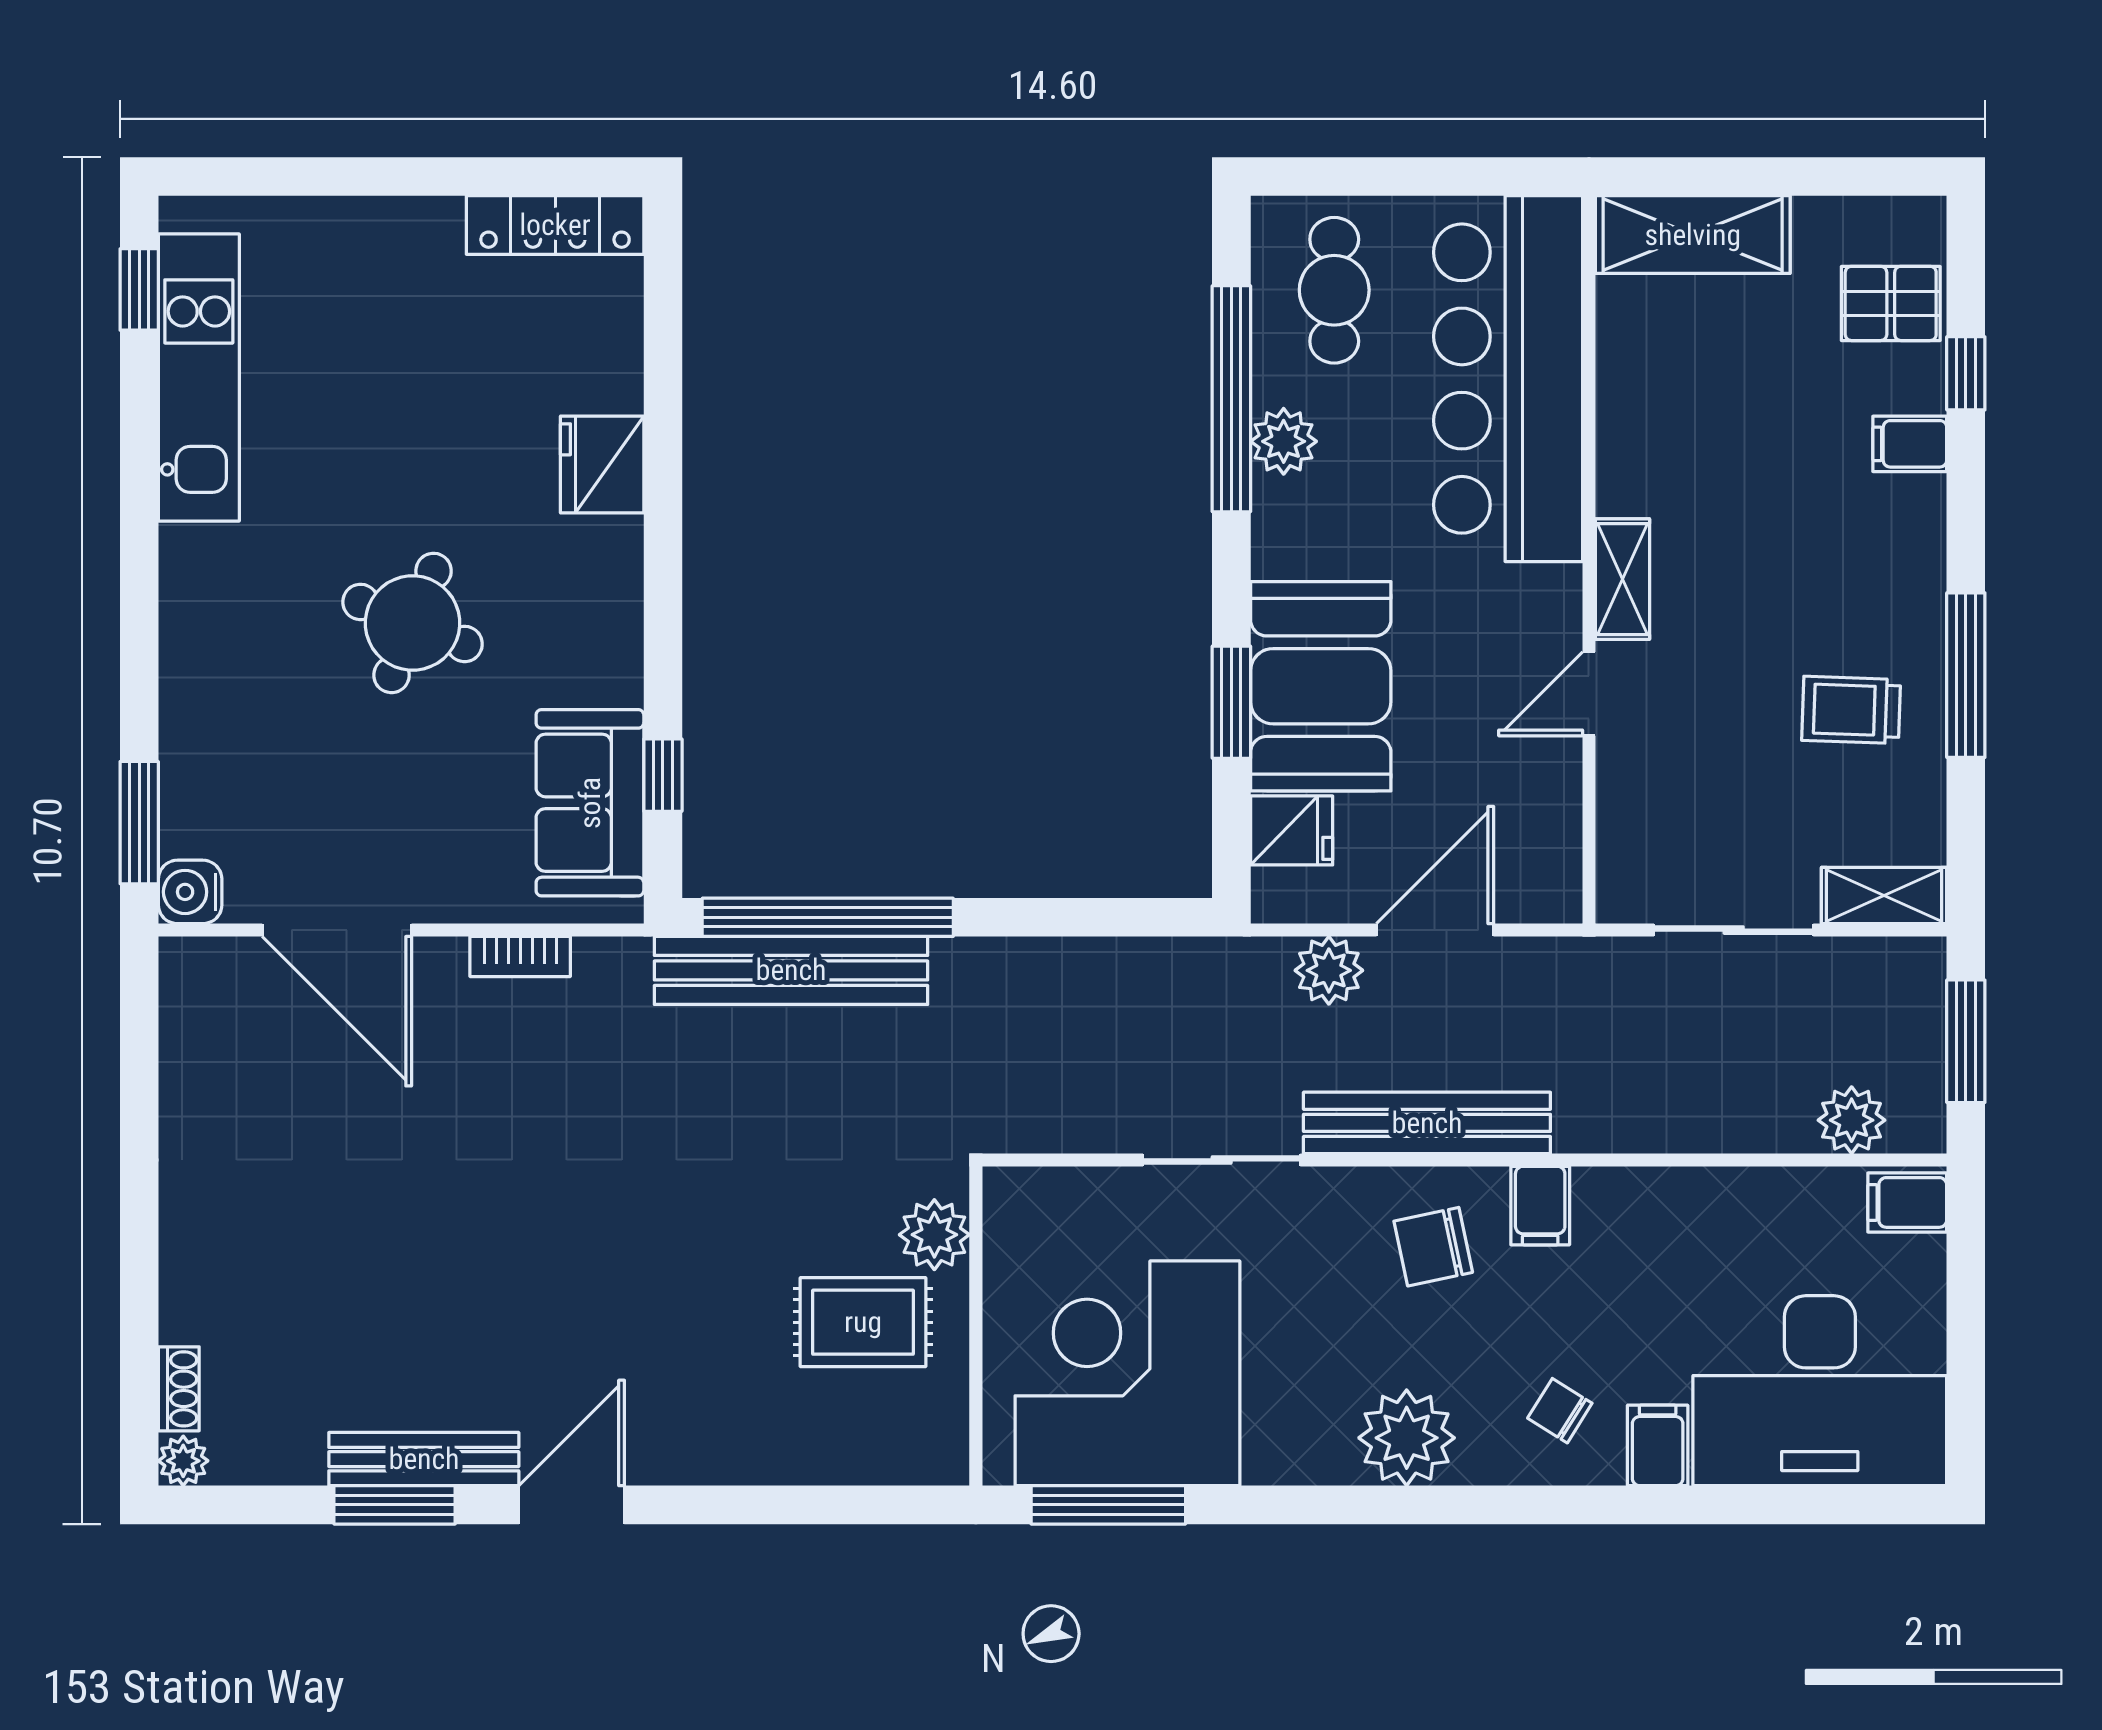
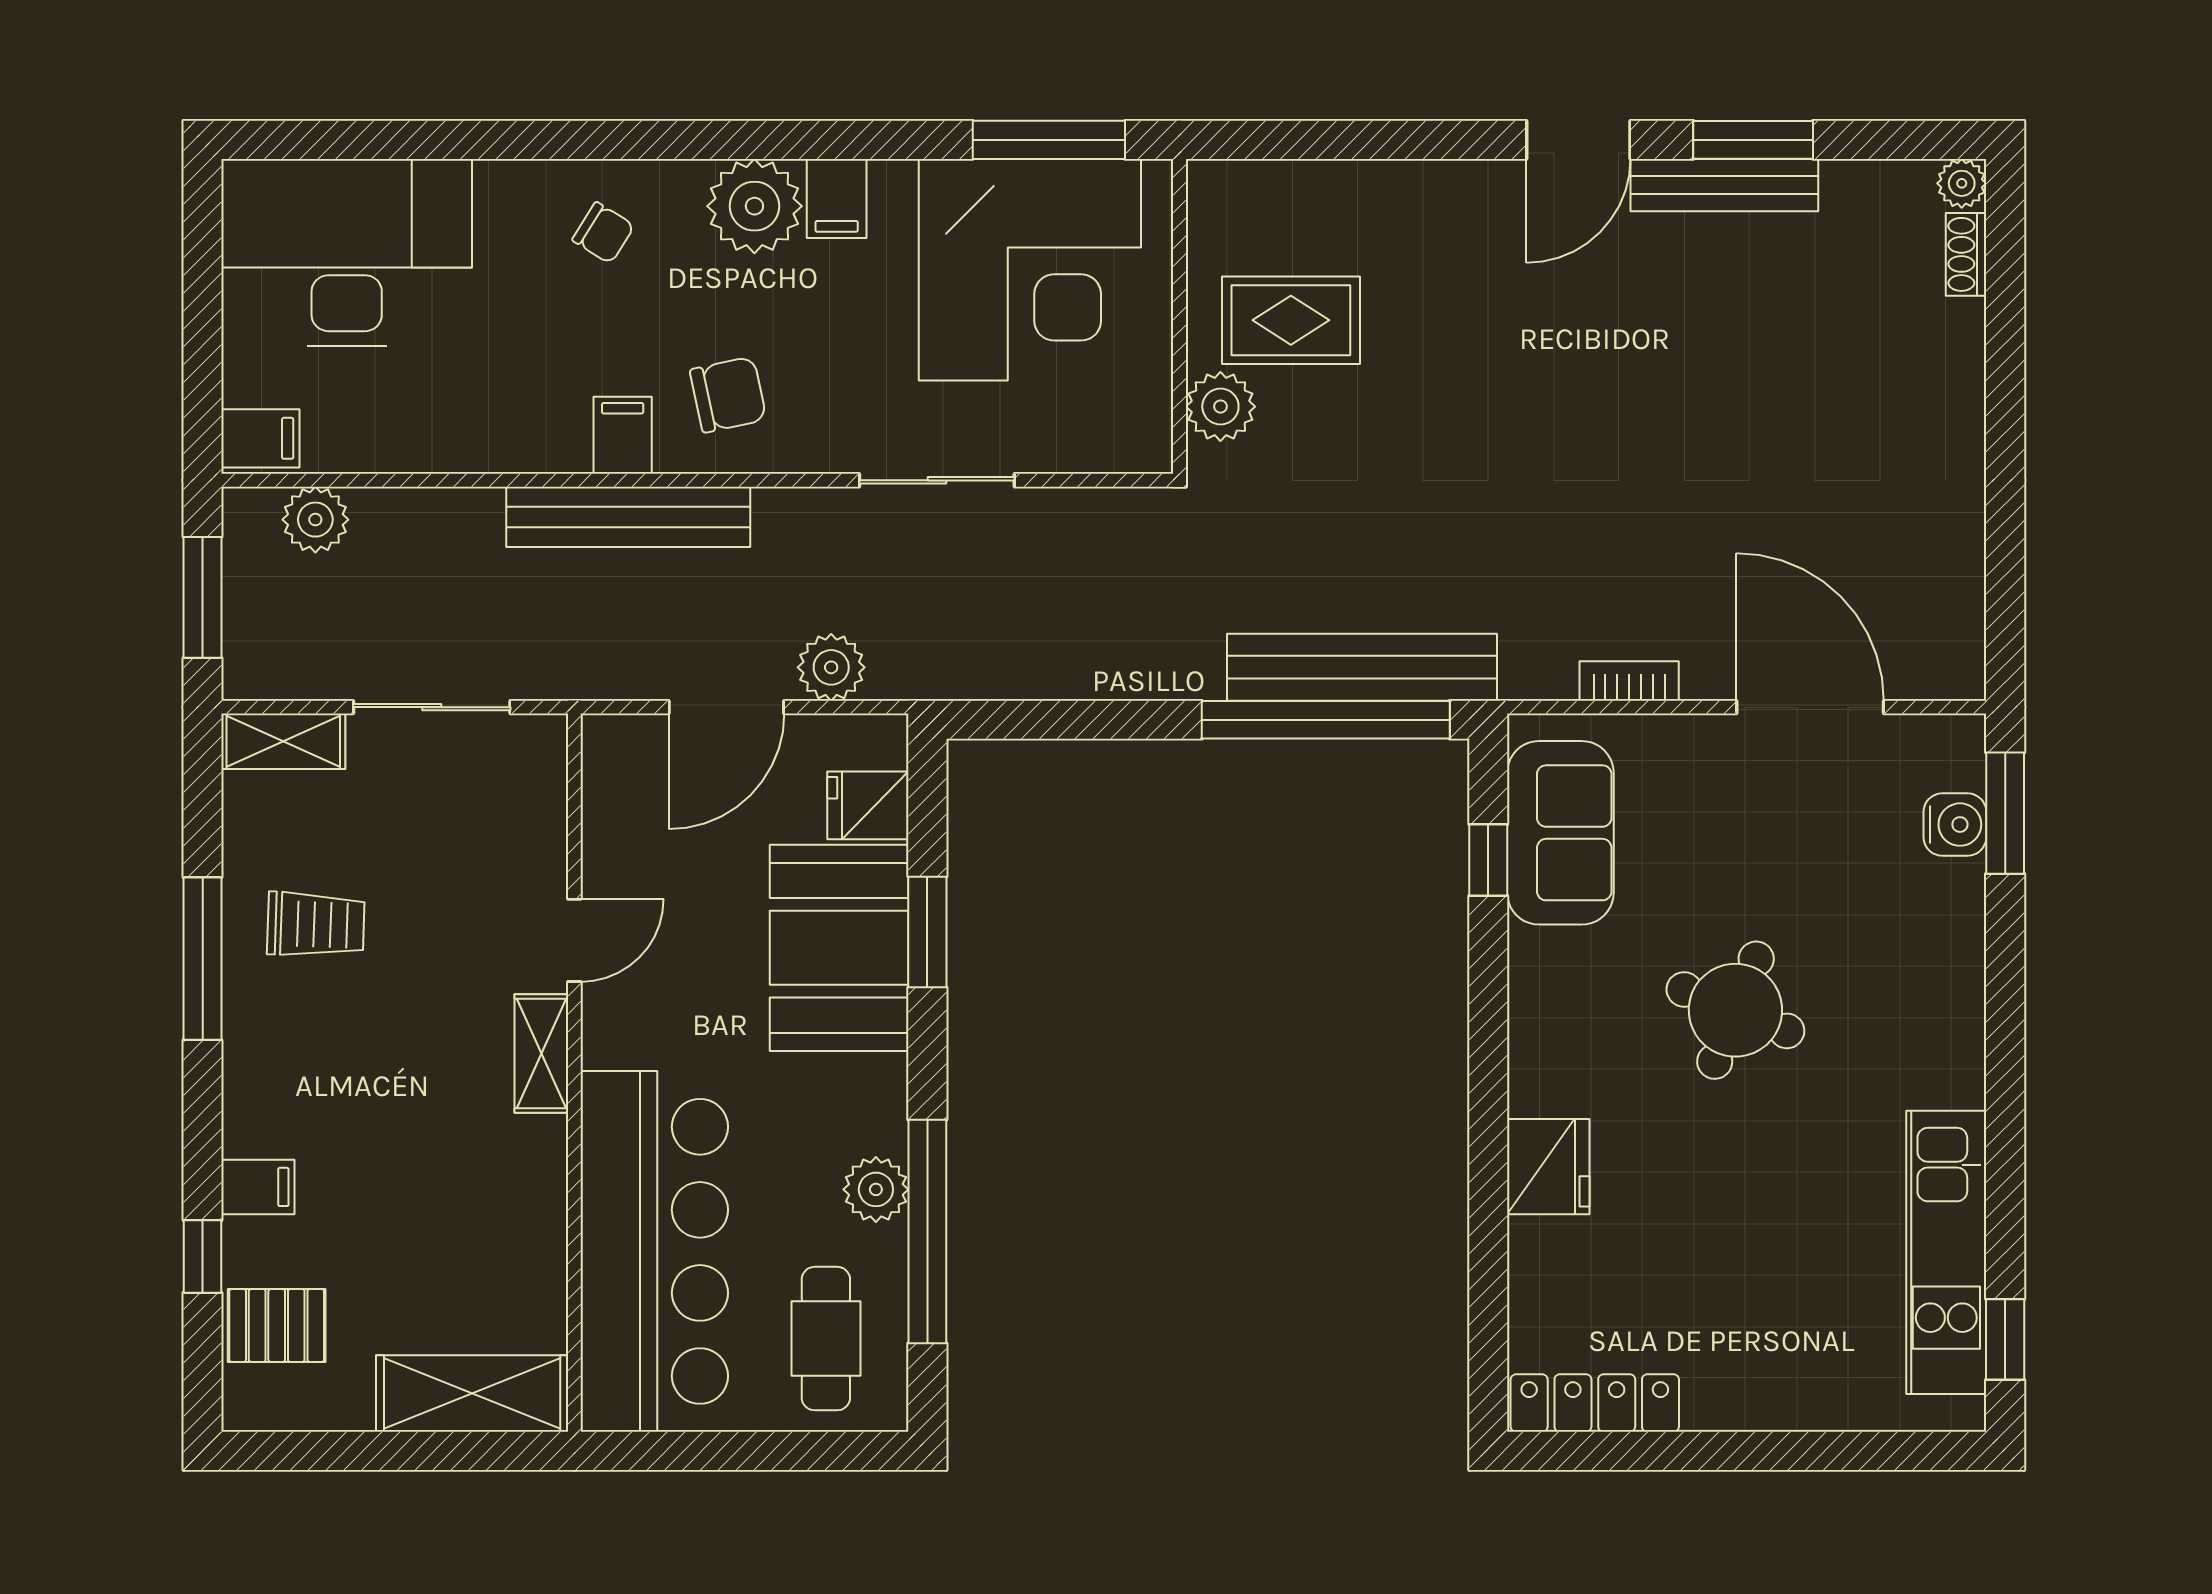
water cooler: (190, 892) -> (1955, 825), moved
bench: (1427, 1123) -> (628, 517), moved
filing cabinet: (1658, 1445) -> (837, 199), moved

